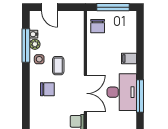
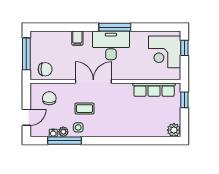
chair: (47, 89) -> (49, 98), moved
double door: (85, 93) -> (93, 81), moved

